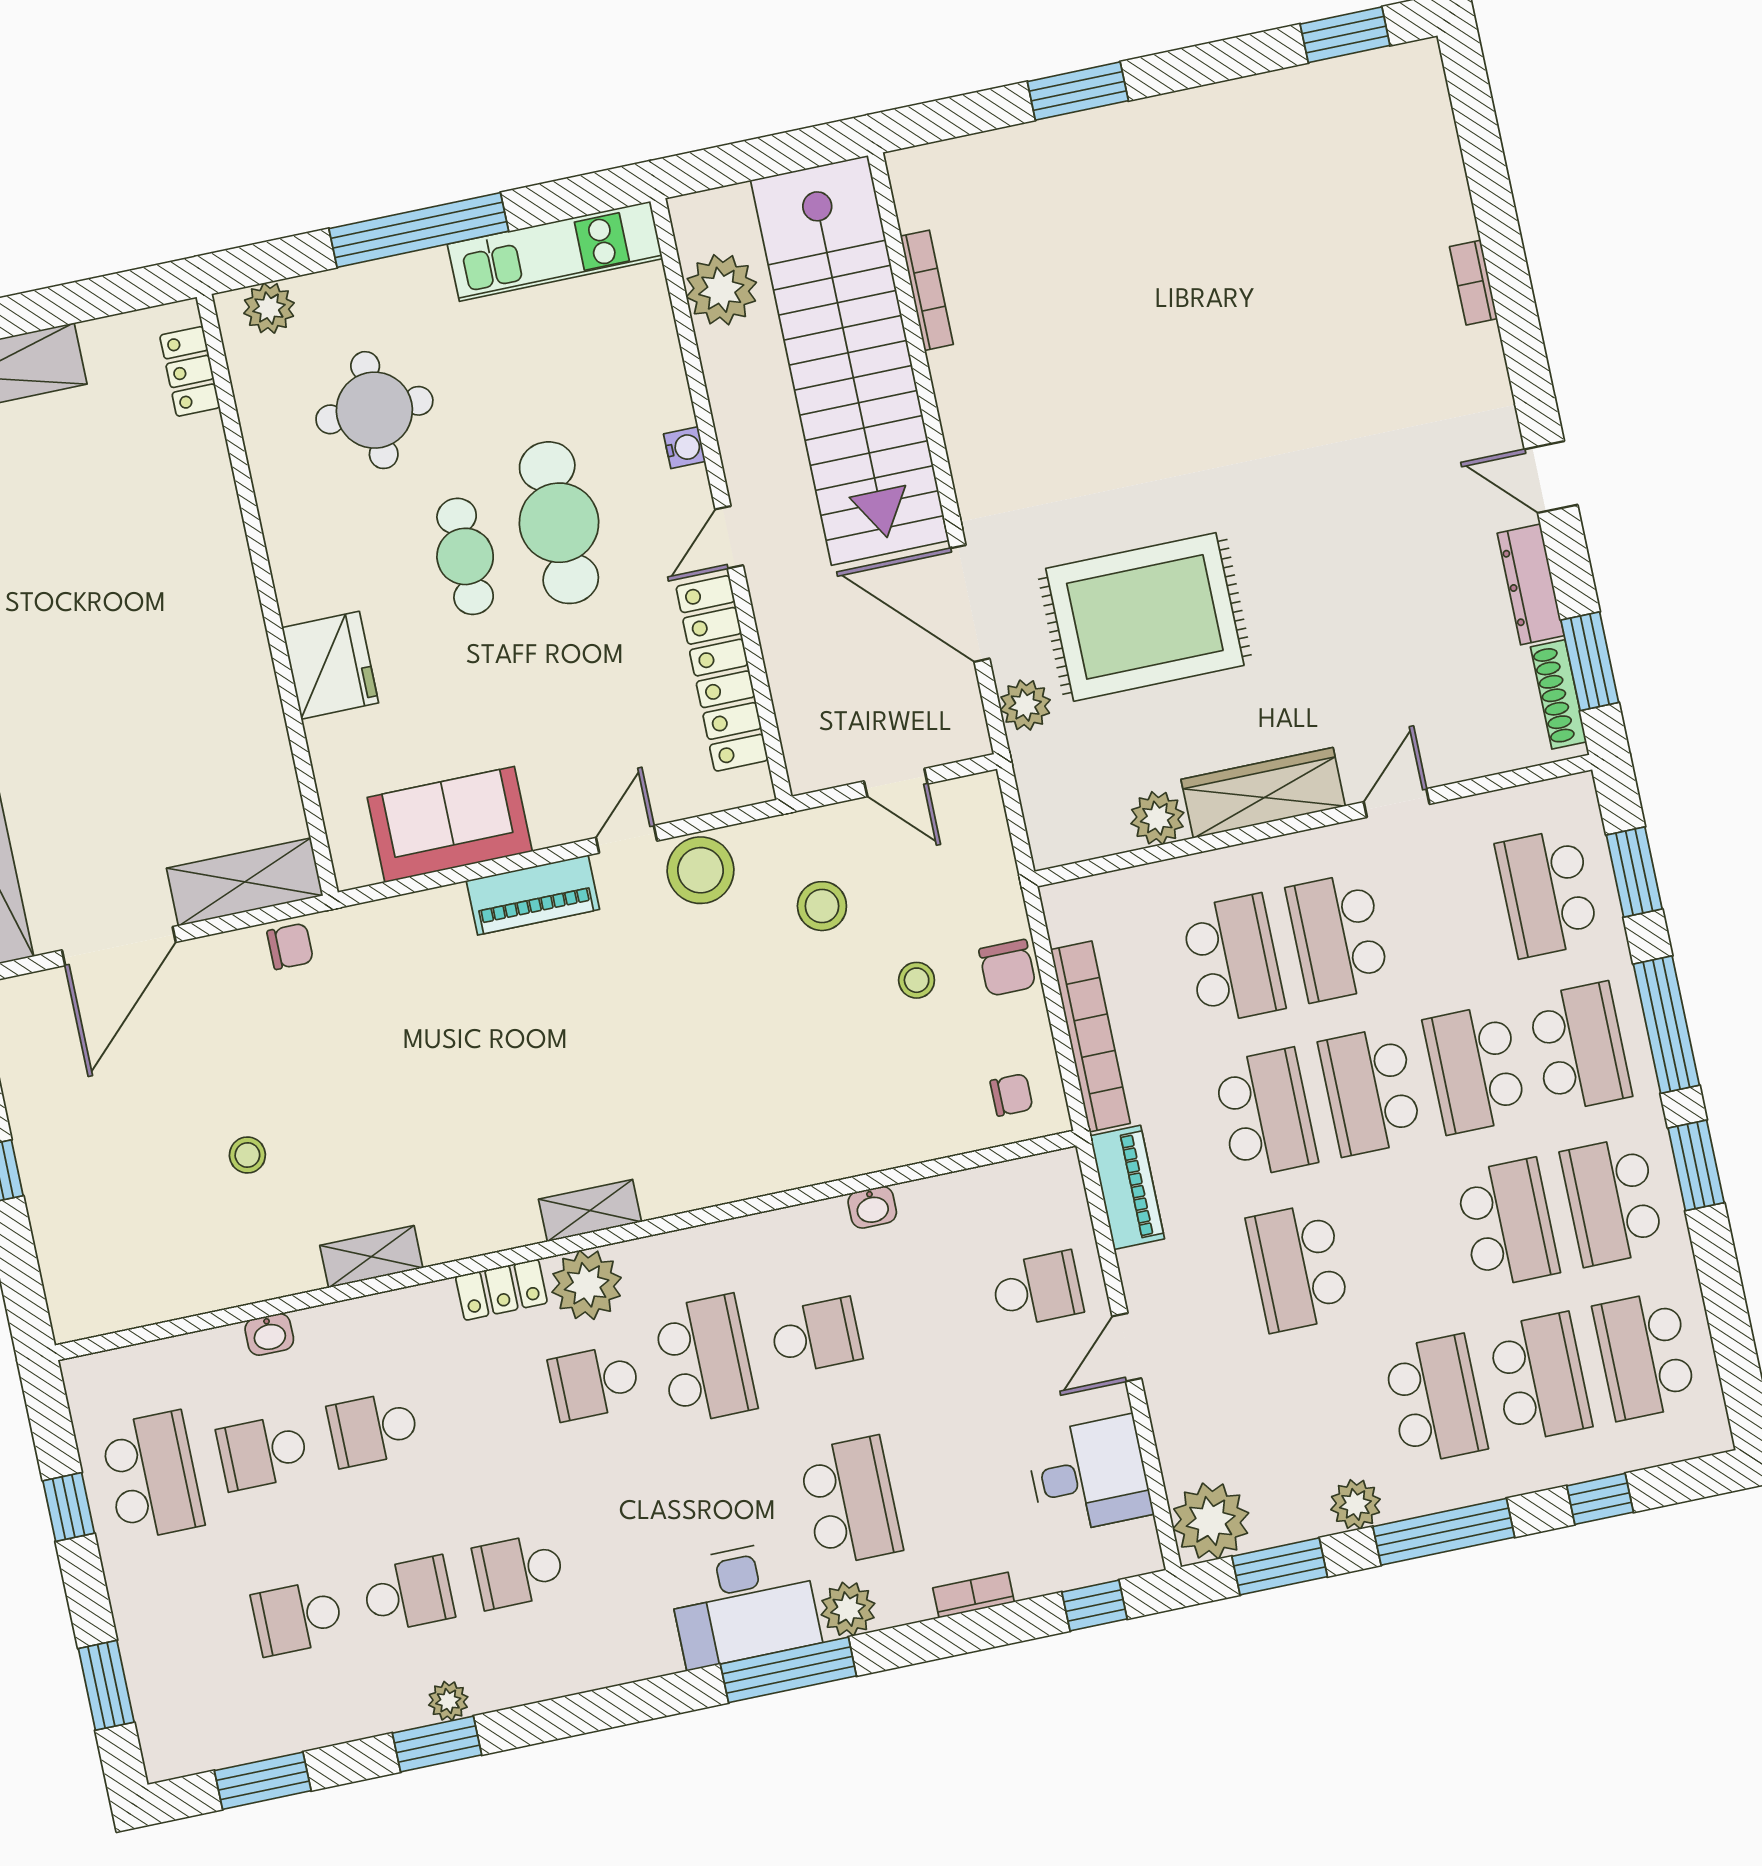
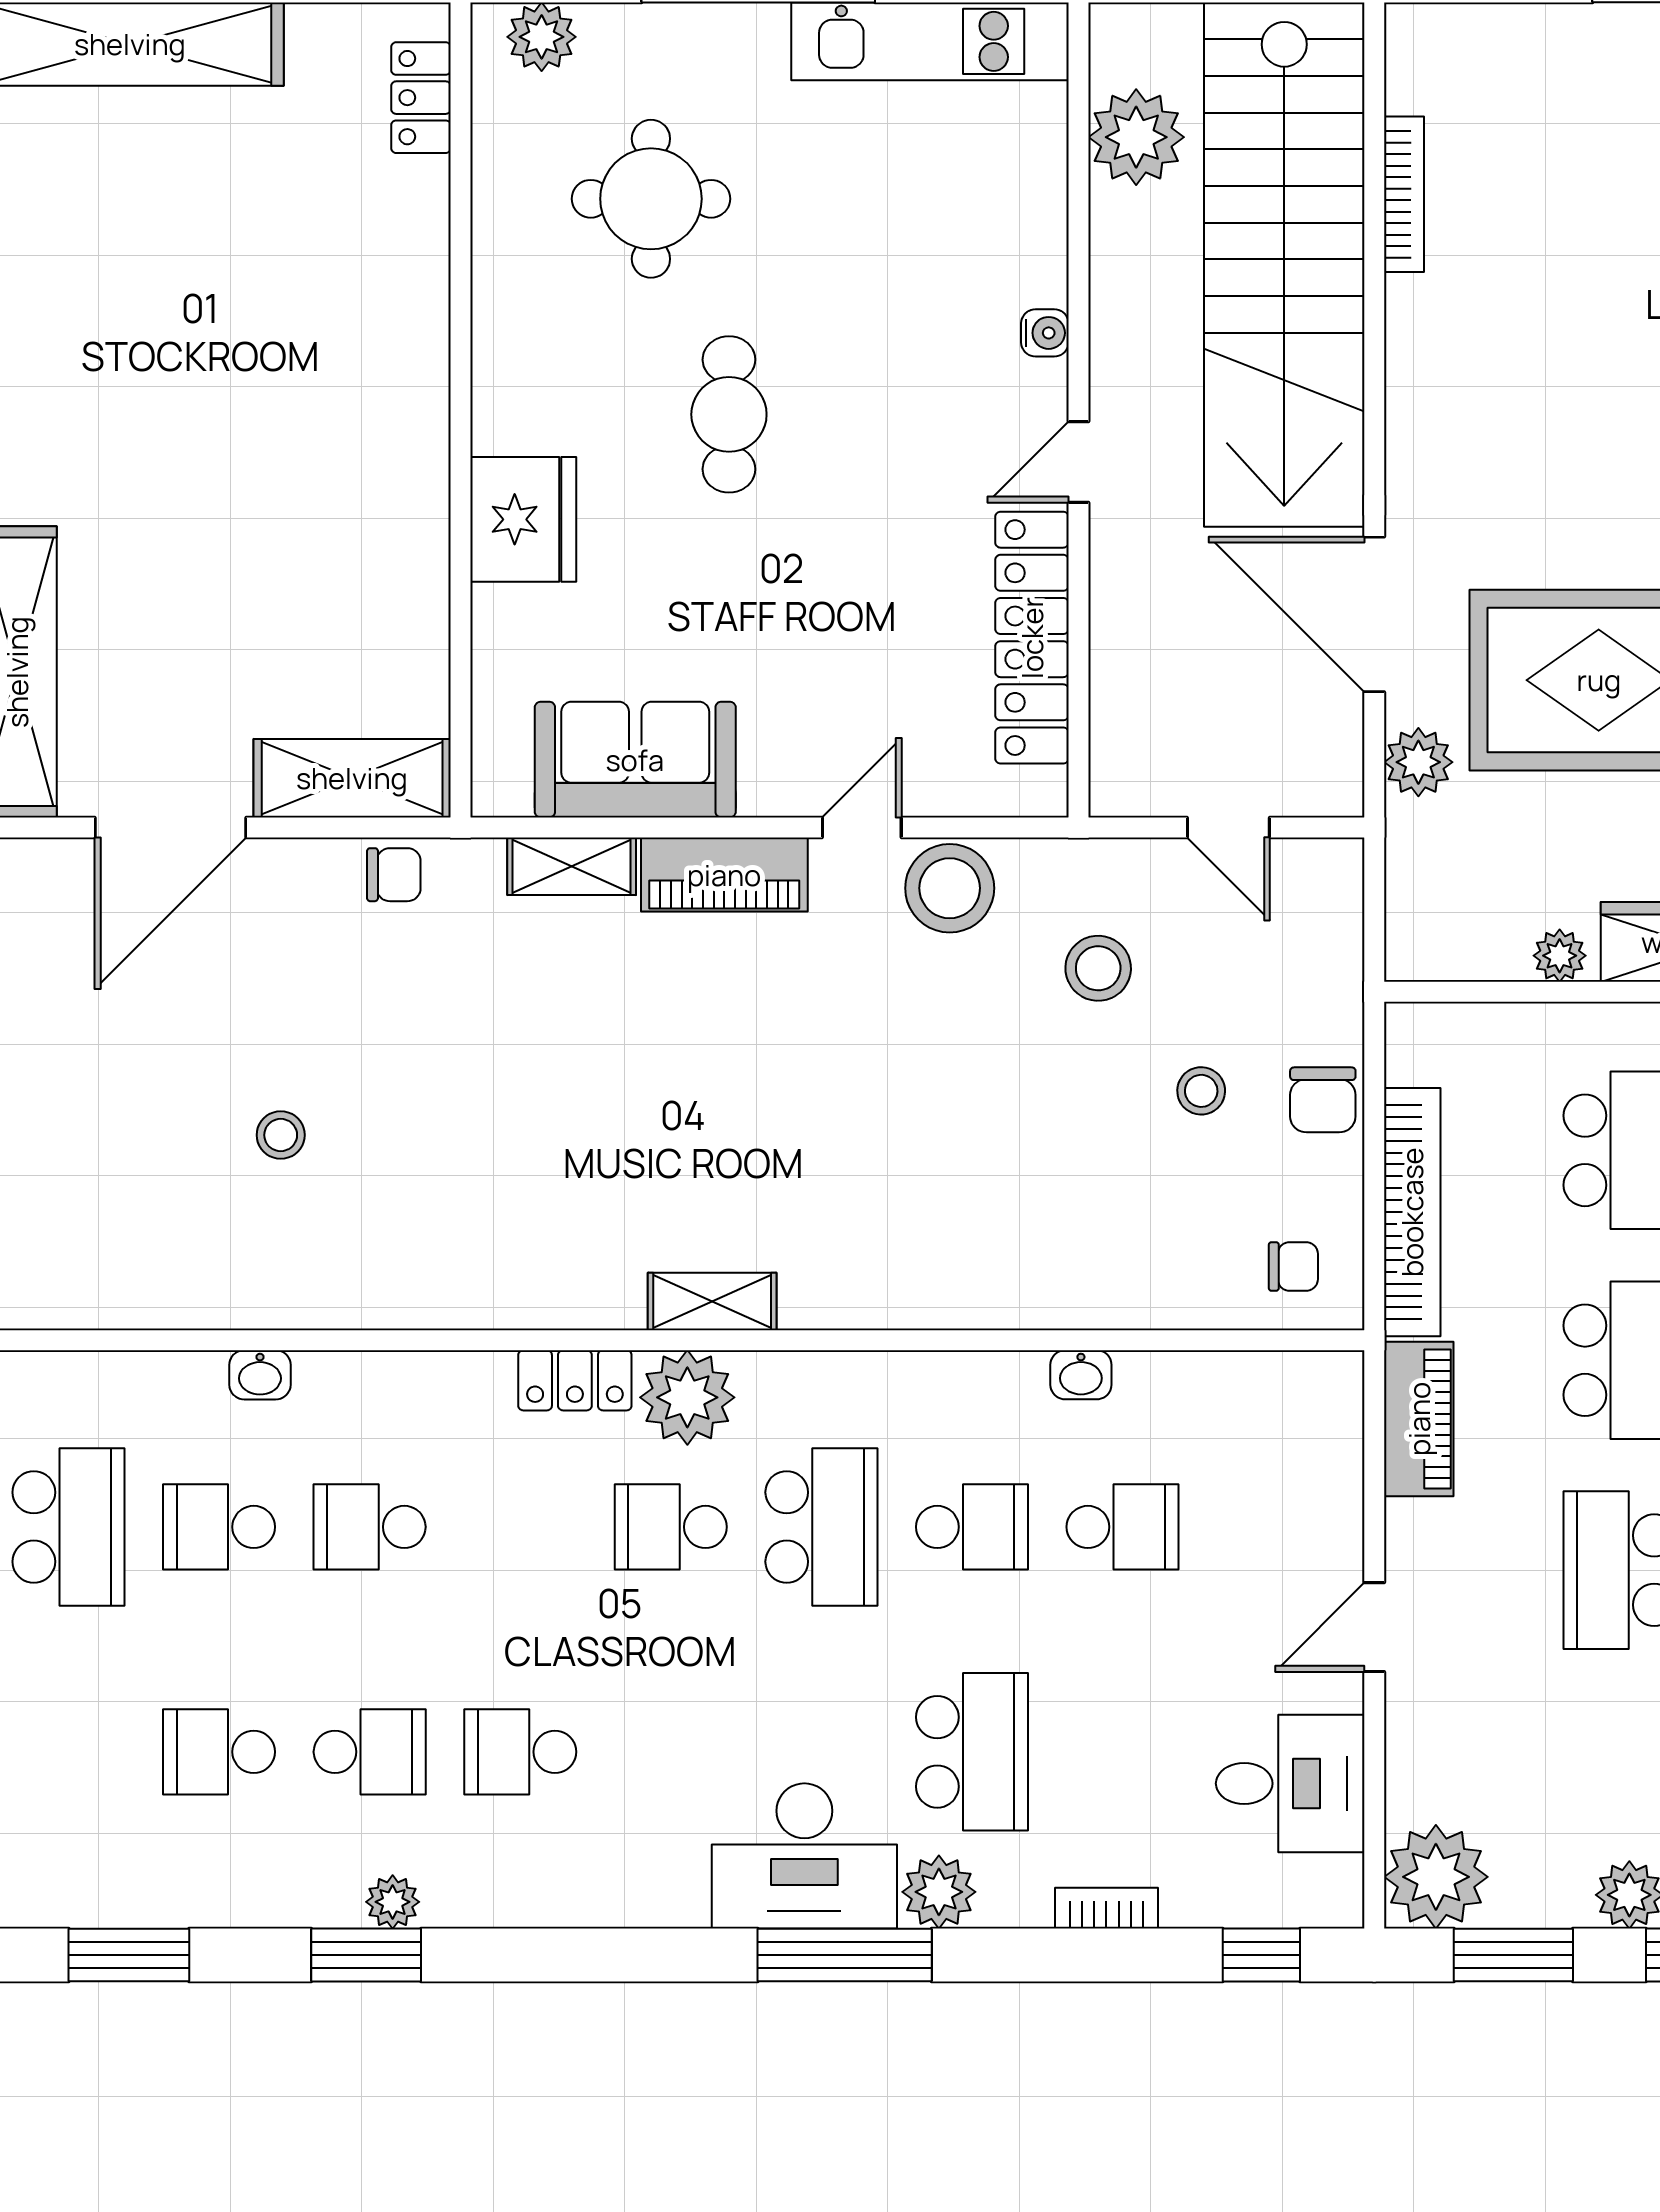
cafe table: (559, 523) -> (861, 396), removed
plant: (1157, 818) -> (1560, 956), width x0.73, depth x0.73
shelving: (371, 1257) -> (572, 866), moved
school desk: (1037, 1289) -> (1123, 1527), moved

